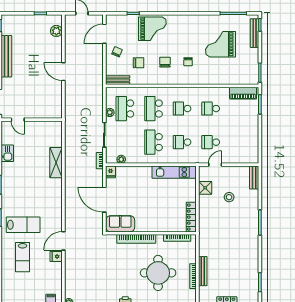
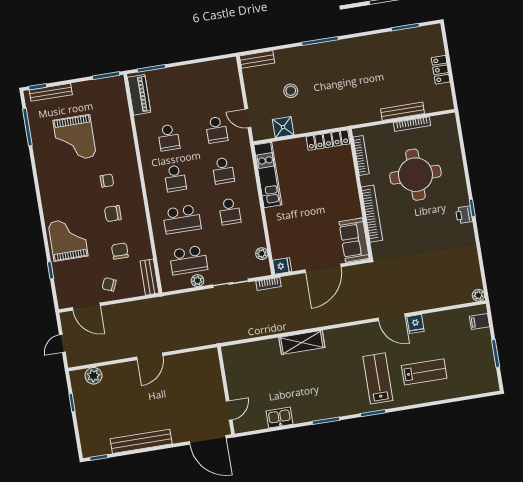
school desk: (153, 142) -> (230, 211), width x0.54
shelving: (56, 163) -> (302, 342), moved

